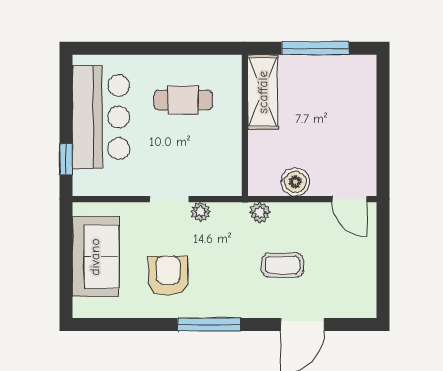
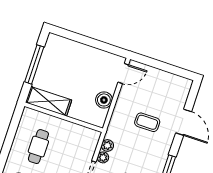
plant: (260, 213) -> (107, 145), moved
coffee table: (283, 265) -> (147, 122), turned 90

